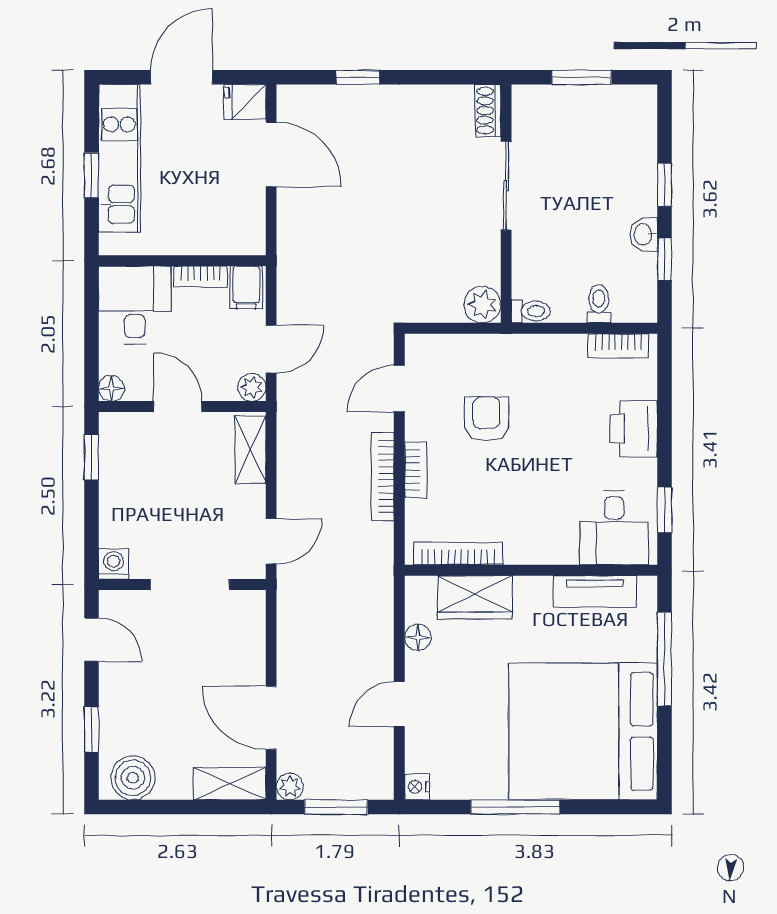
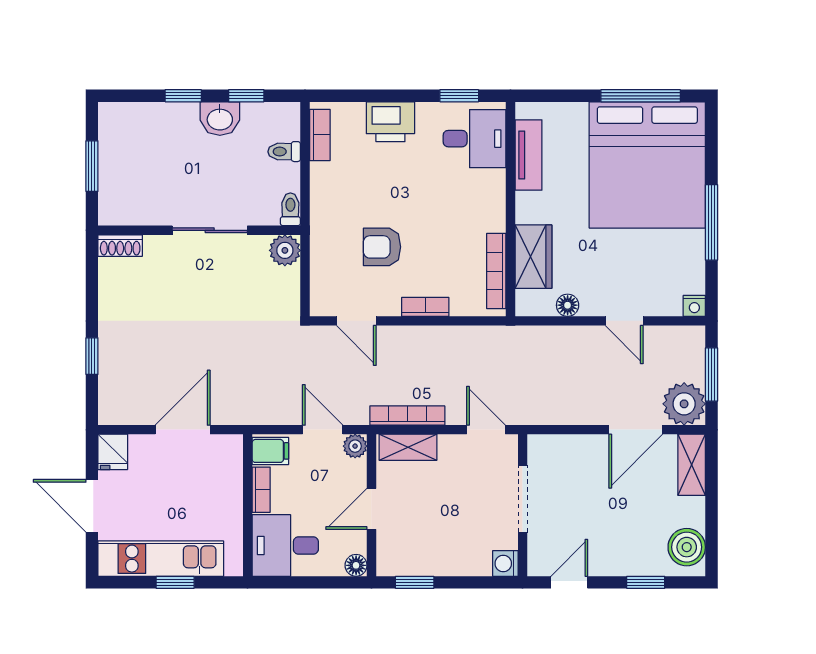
door: (271, 154) -> (183, 430), moved
sliding door: (506, 186) -> (210, 230), moved
washbasin: (644, 234) -> (220, 119), width x1.38, depth x1.45
bookcase: (383, 477) -> (407, 416), moved, turned 180
window: (664, 659) -> (641, 96), moved
plant: (290, 786) -> (684, 404), width x1.87, depth x1.87

